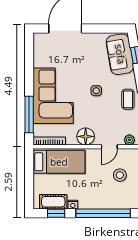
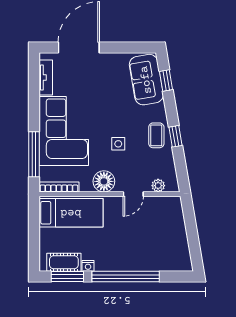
tv unit: (39, 53) -> (46, 78), added
side table: (96, 91) -> (118, 144), moved
stool: (120, 175) -> (146, 229), removed
window: (56, 213) -> (67, 277), width x1.50

